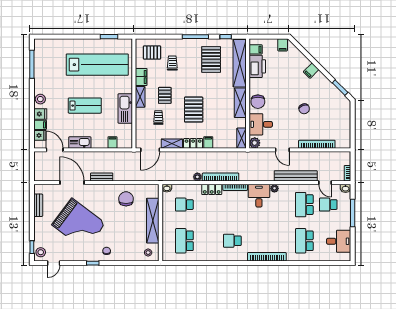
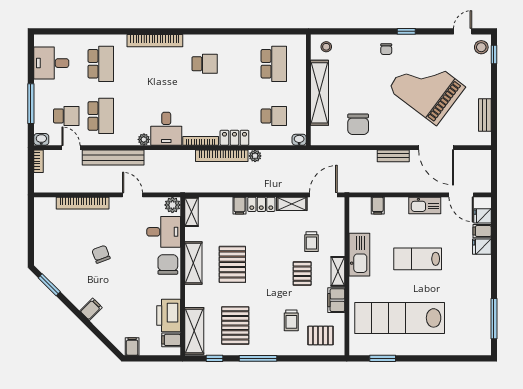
shelving: (240, 63) -> (194, 331), width x0.68
stool: (40, 99) -> (482, 268), removed
pallet: (194, 110) -> (232, 264), moved

